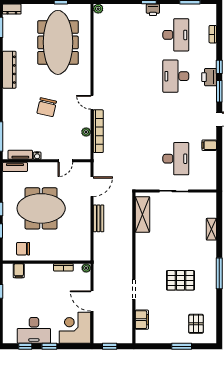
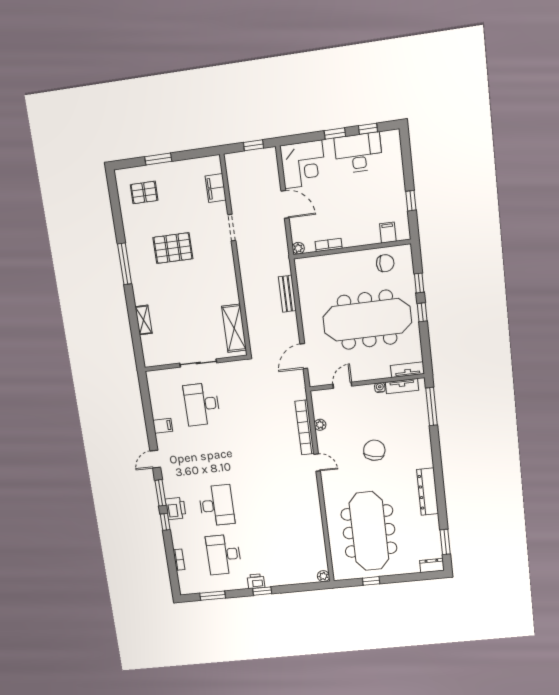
meeting table: (41, 208) -> (367, 320), width x1.36
bench: (99, 218) -> (287, 294), moved
pallet: (196, 324) -> (144, 192), turned 90

